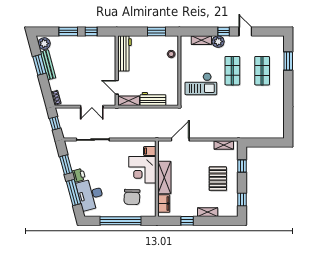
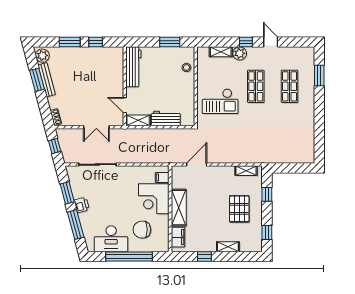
desk: (90, 194) -> (111, 239), moved, turned -75
chair: (132, 197) -> (142, 230), turned 88

